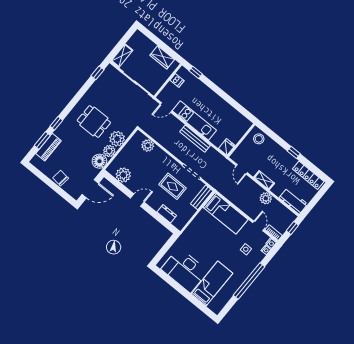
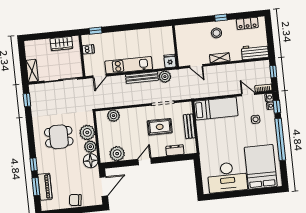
stool: (259, 139) -> (216, 33), moved
locker: (308, 175) -> (247, 23), width x0.66
bench: (202, 197) -> (189, 126), moved
plant: (266, 198) -> (165, 77), moved
window: (270, 255) -> (277, 107), added
bed: (212, 284) -> (261, 167), width x1.50

